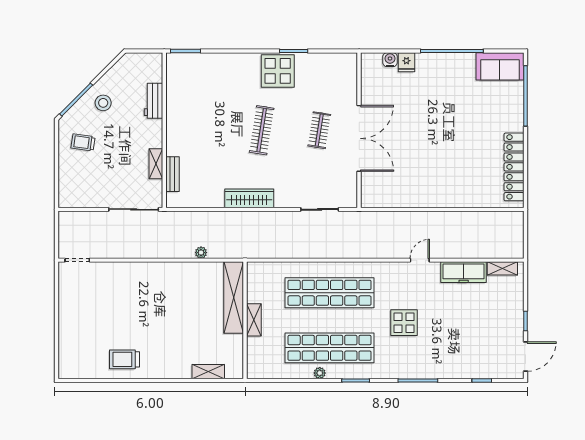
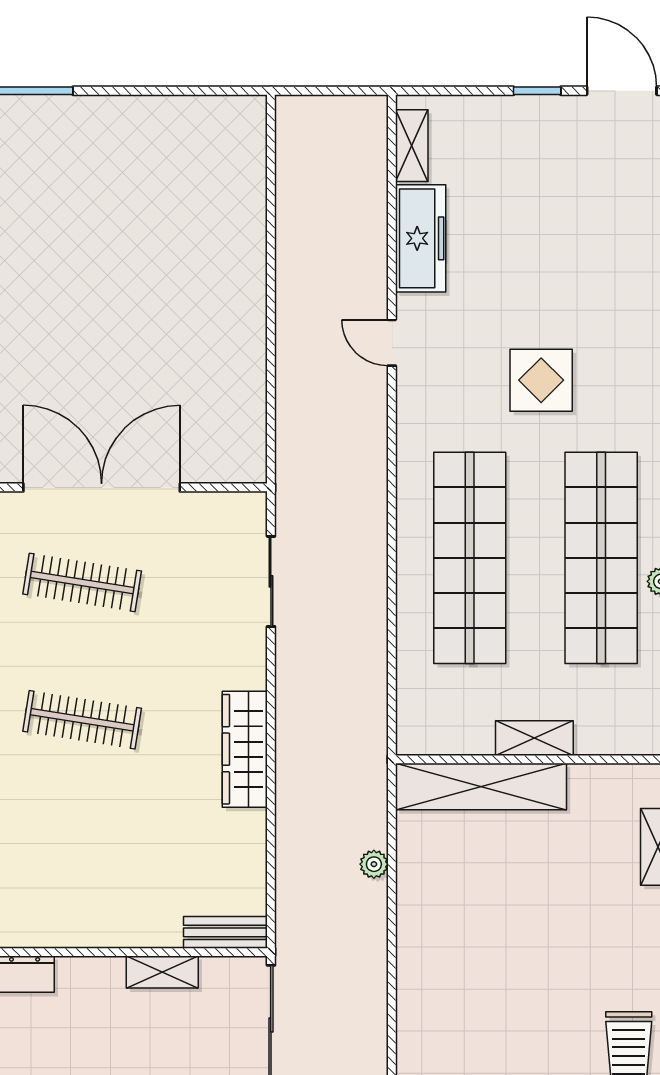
clothes rail: (319, 130) -> (82, 582), width x1.36
locker: (514, 167) -> (170, 118), removed
bench: (172, 174) -> (225, 932), moved

